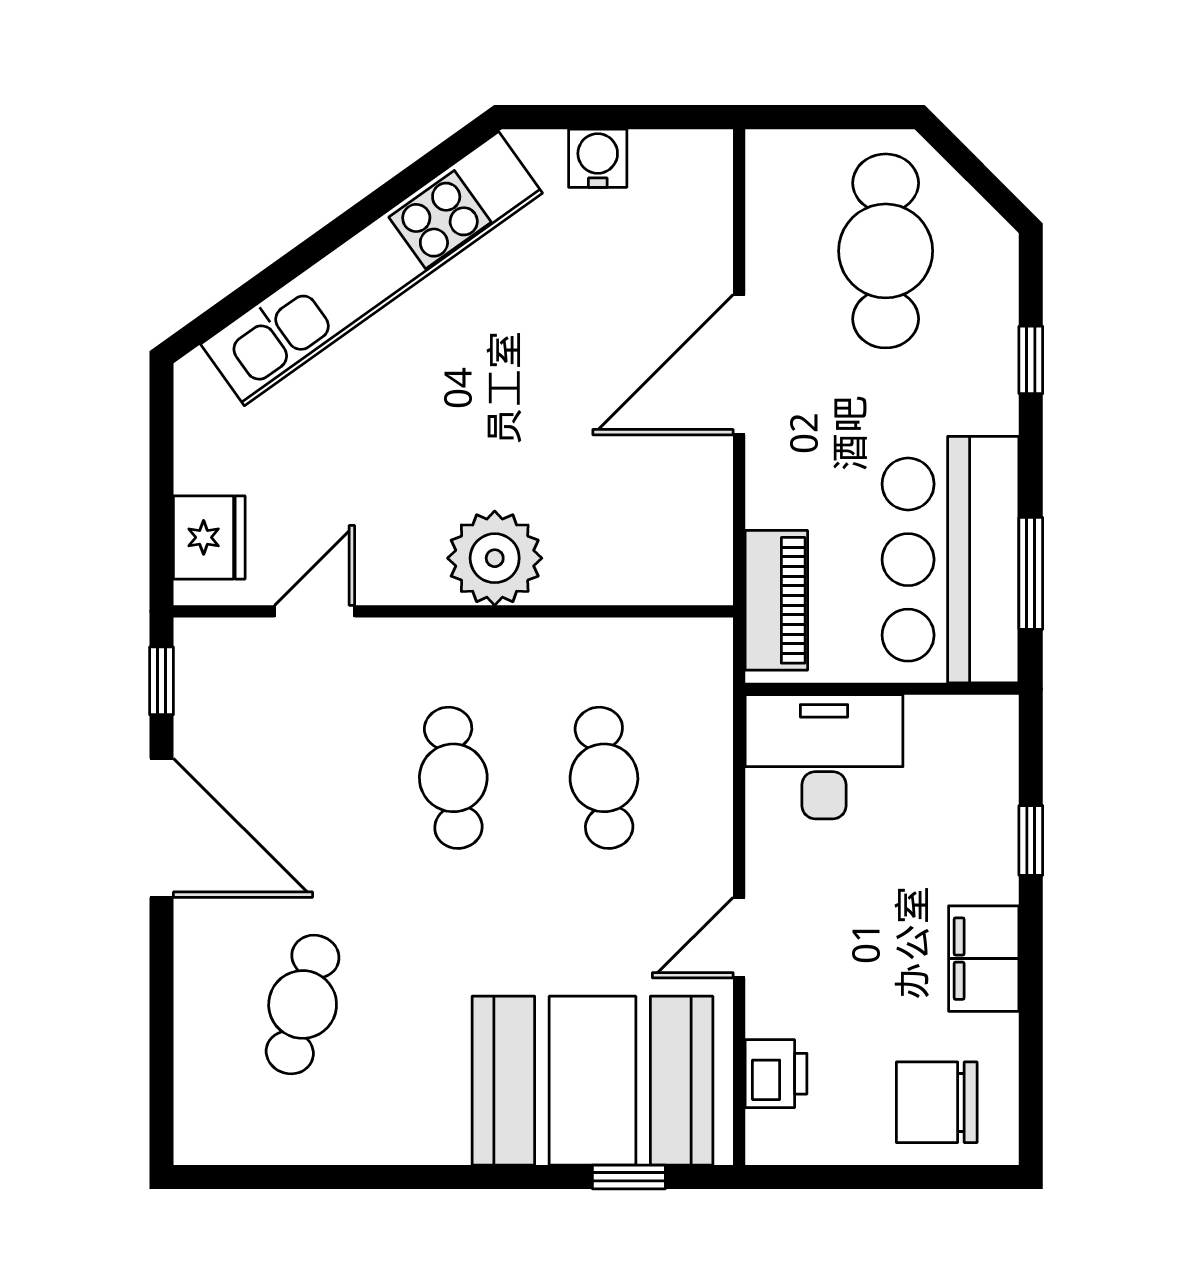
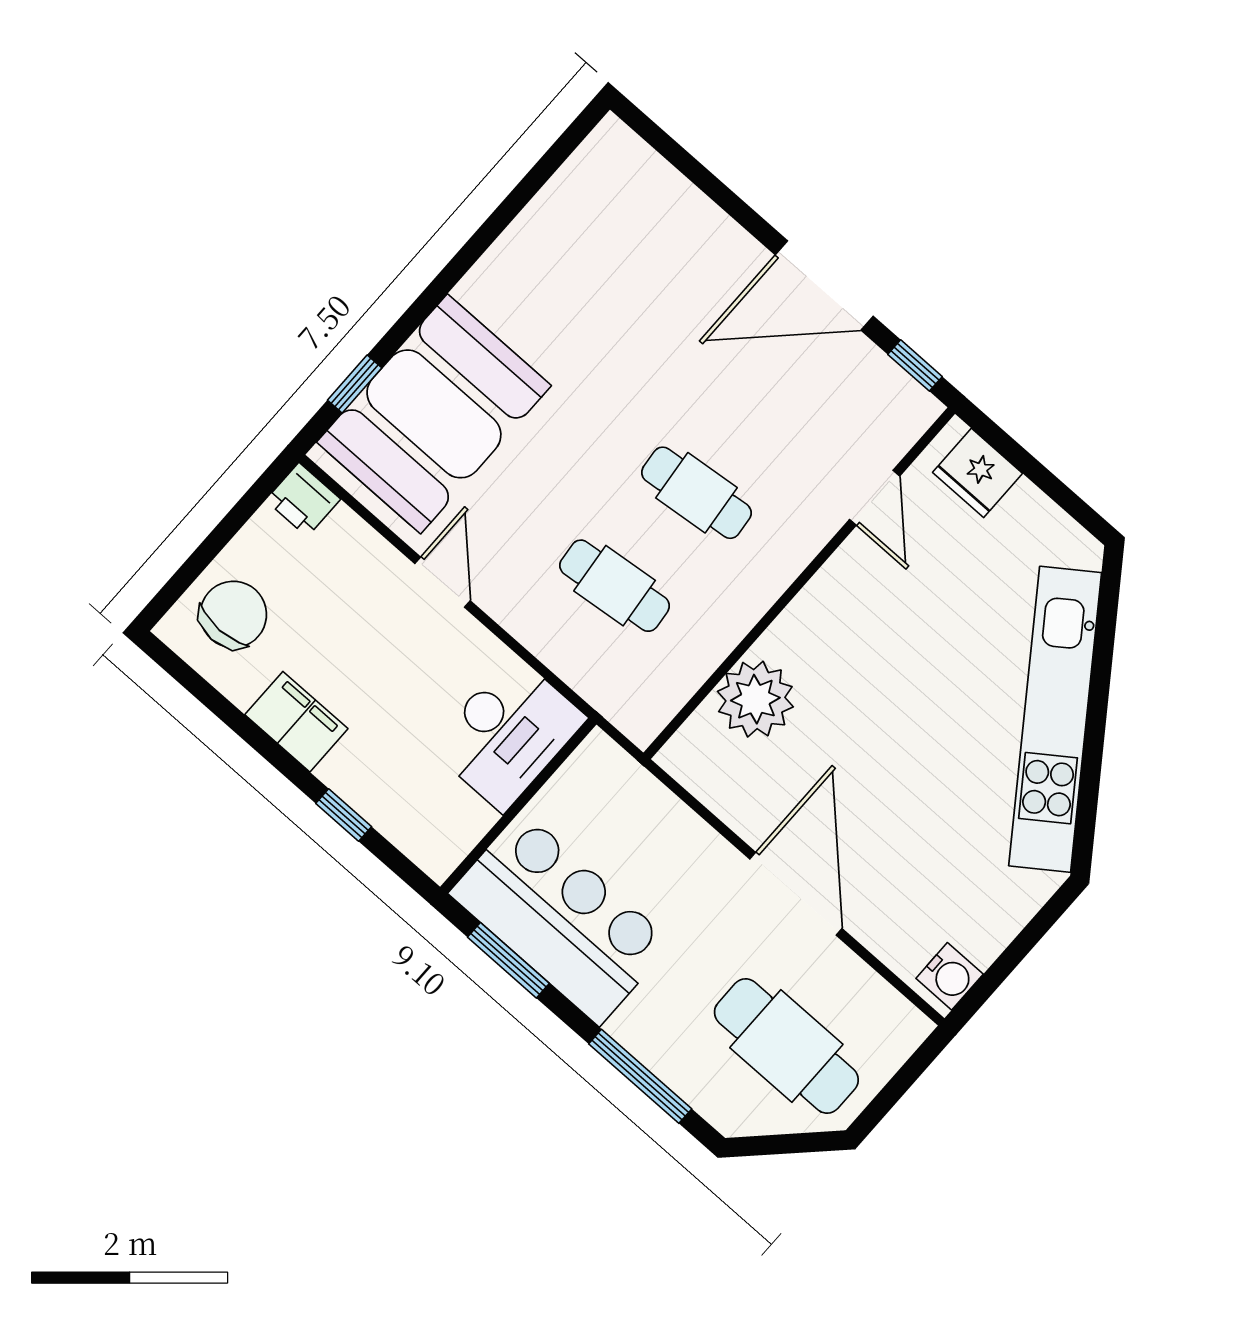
water cooler: (598, 158) -> (950, 976), moved
window: (1031, 360) -> (640, 1076), width x2.17
plant: (495, 558) -> (755, 699), moved
piano: (776, 600) -> (630, 789), removed
cafe table: (303, 1004) -> (639, 276), removed
printer: (776, 1074) -> (303, 500), moved

